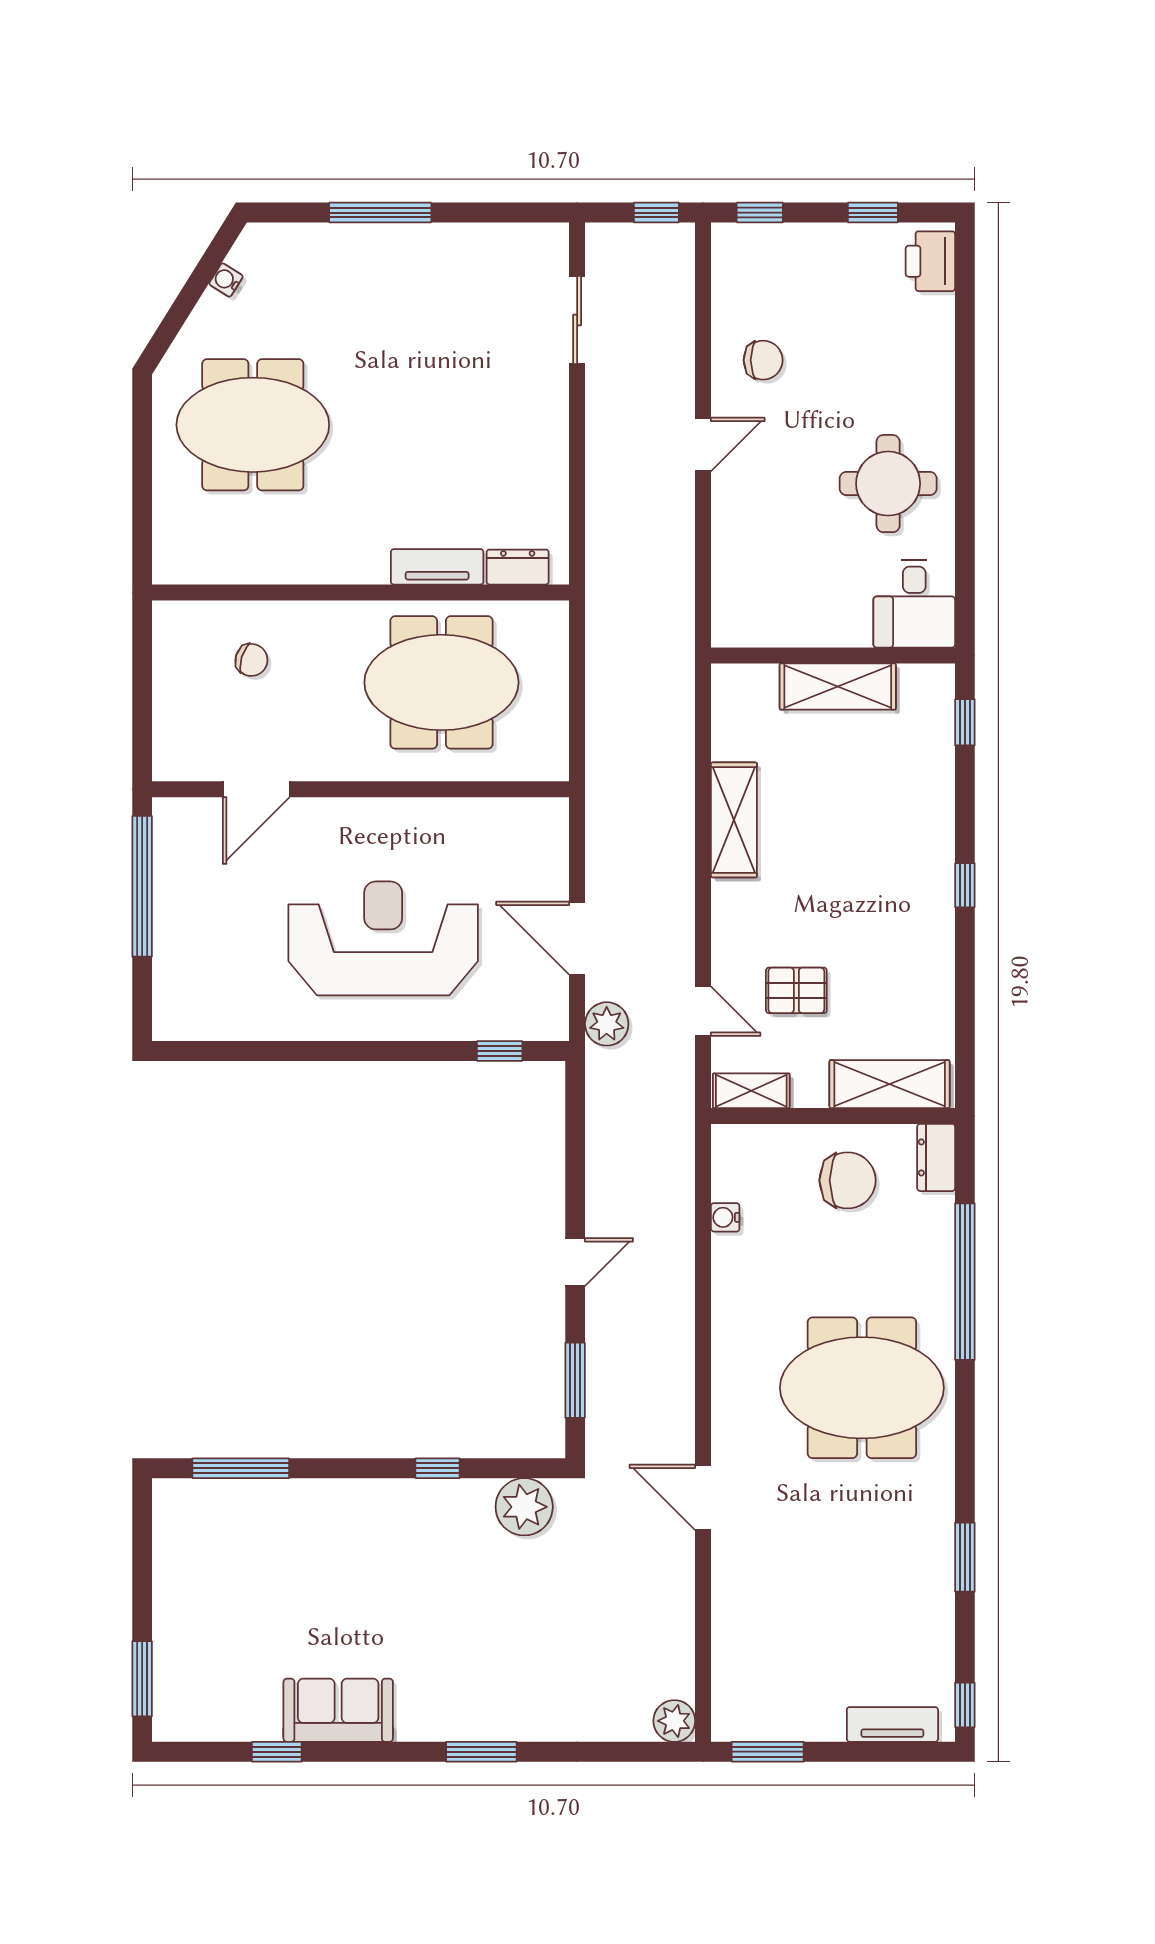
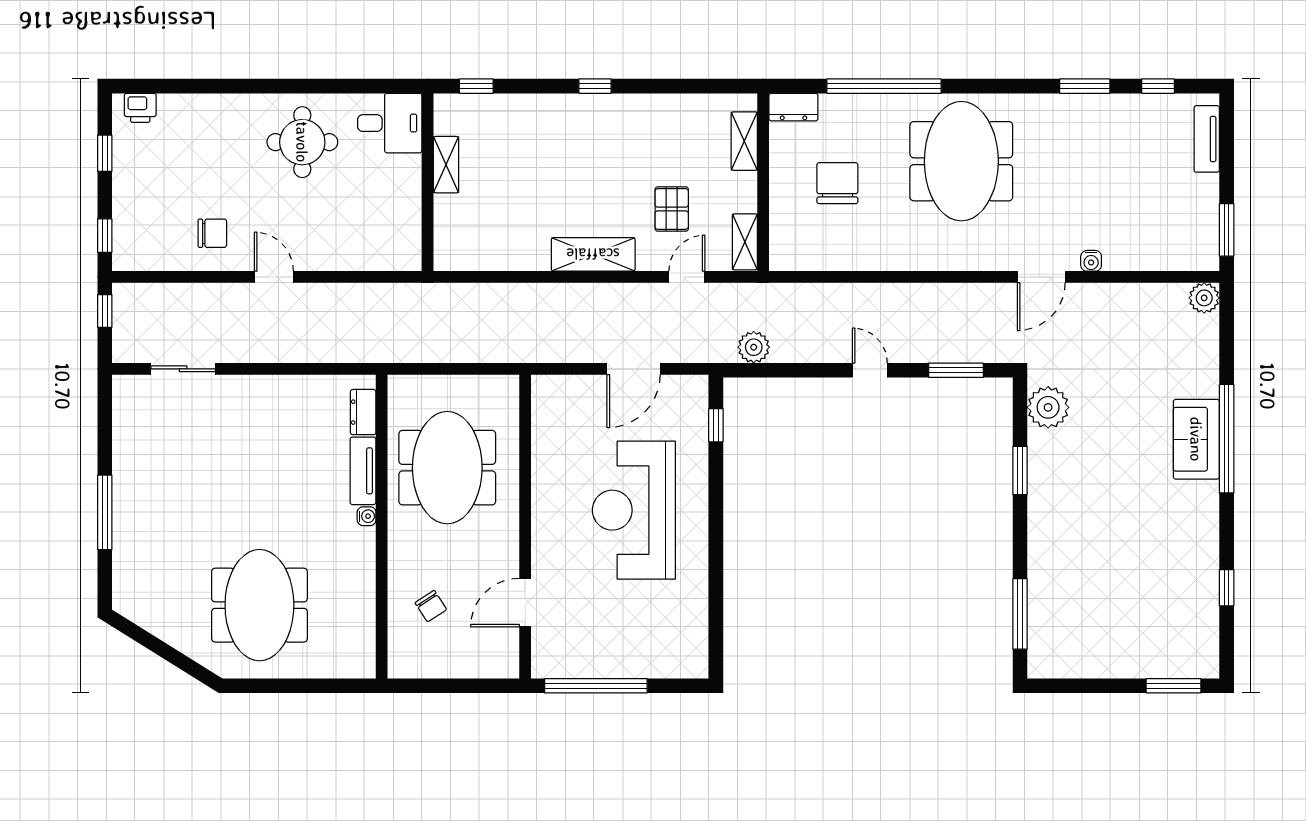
printer: (930, 261) -> (140, 108), width x0.73, depth x0.81
water cooler: (226, 280) -> (367, 516), moved, turned -122
chair: (763, 360) -> (212, 233), turned 90
chair: (251, 660) -> (431, 606), turned 130
shelving: (838, 686) -> (446, 165), width x0.67, depth x0.75
door: (256, 789) -> (525, 603), swing flipped
shelving: (734, 820) -> (593, 254), moved
plant: (607, 1024) -> (754, 347), moved
shelving: (890, 1084) -> (744, 141), width x0.67, depth x0.75
chair: (848, 1180) -> (837, 183), moved
water cooler: (725, 1217) -> (1091, 261), moved
window: (438, 1468) -> (1020, 470), width x1.50
window: (965, 1705) -> (1158, 86), moved
sofa: (338, 1710) -> (1196, 439), moved
window: (481, 1752) -> (1227, 439), width x2.11

